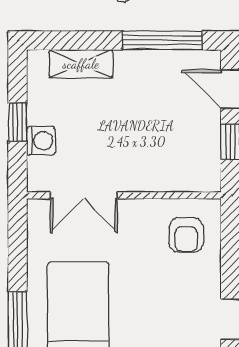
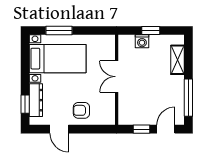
double door: (84, 195) -> (117, 77), moved
armchair: (186, 235) -> (81, 110), moved

